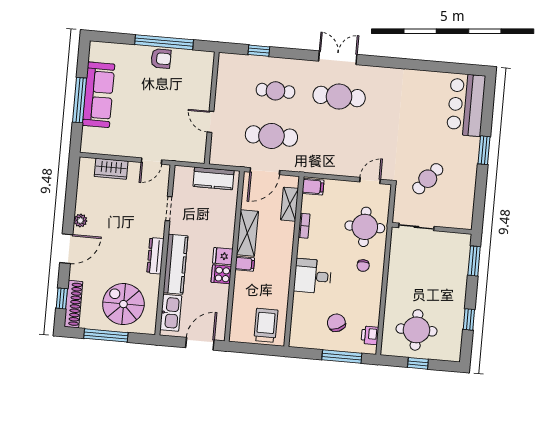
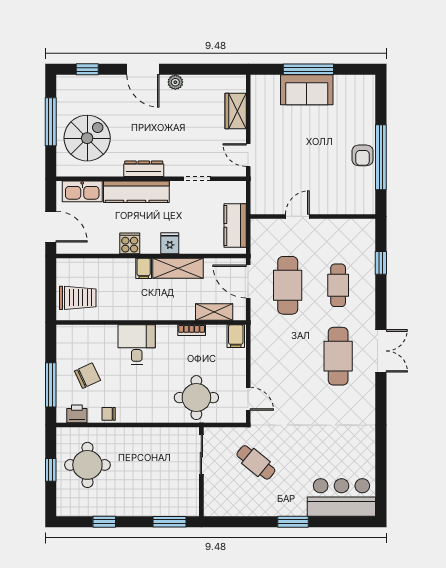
sofa: (98, 95) -> (307, 90), width x0.73
fridge: (223, 256) -> (170, 243), moved
chair: (363, 266) -> (109, 414), moved
shoe rack: (73, 304) -> (82, 83), removed

